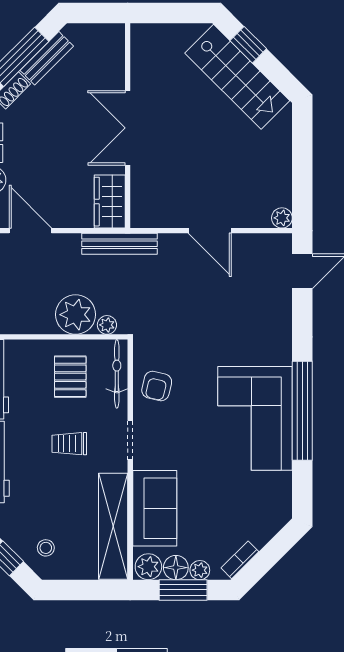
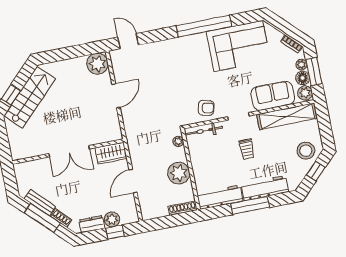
plant: (282, 218) -> (97, 64), width x1.87, depth x1.87
door: (30, 231) -> (133, 181), moved
bench: (119, 244) -> (133, 143), removed
plant: (76, 315) -> (179, 173), moved
pallet: (70, 377) -> (210, 156), removed
corner sofa: (255, 418) -> (238, 46), moved
stool: (46, 548) -> (306, 151), width x1.89, depth x1.89

